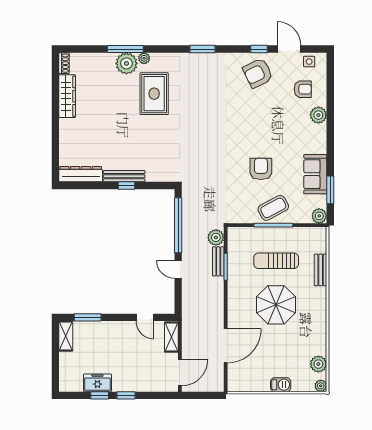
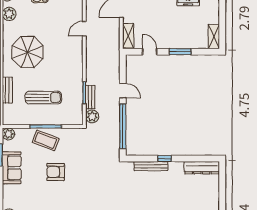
armchair: (261, 169) -> (56, 172), turned 90
bench: (124, 176) -> (151, 166), moved
coffee table: (273, 208) -> (46, 140), turned 49
parasol: (276, 305) -> (27, 52), moved
window: (88, 317) -> (180, 52), moved
door: (226, 346) -> (84, 29), width x0.53

